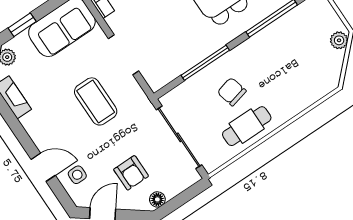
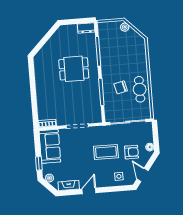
coffee table: (96, 101) -> (106, 152), moved
door: (43, 167) -> (89, 191), moved

